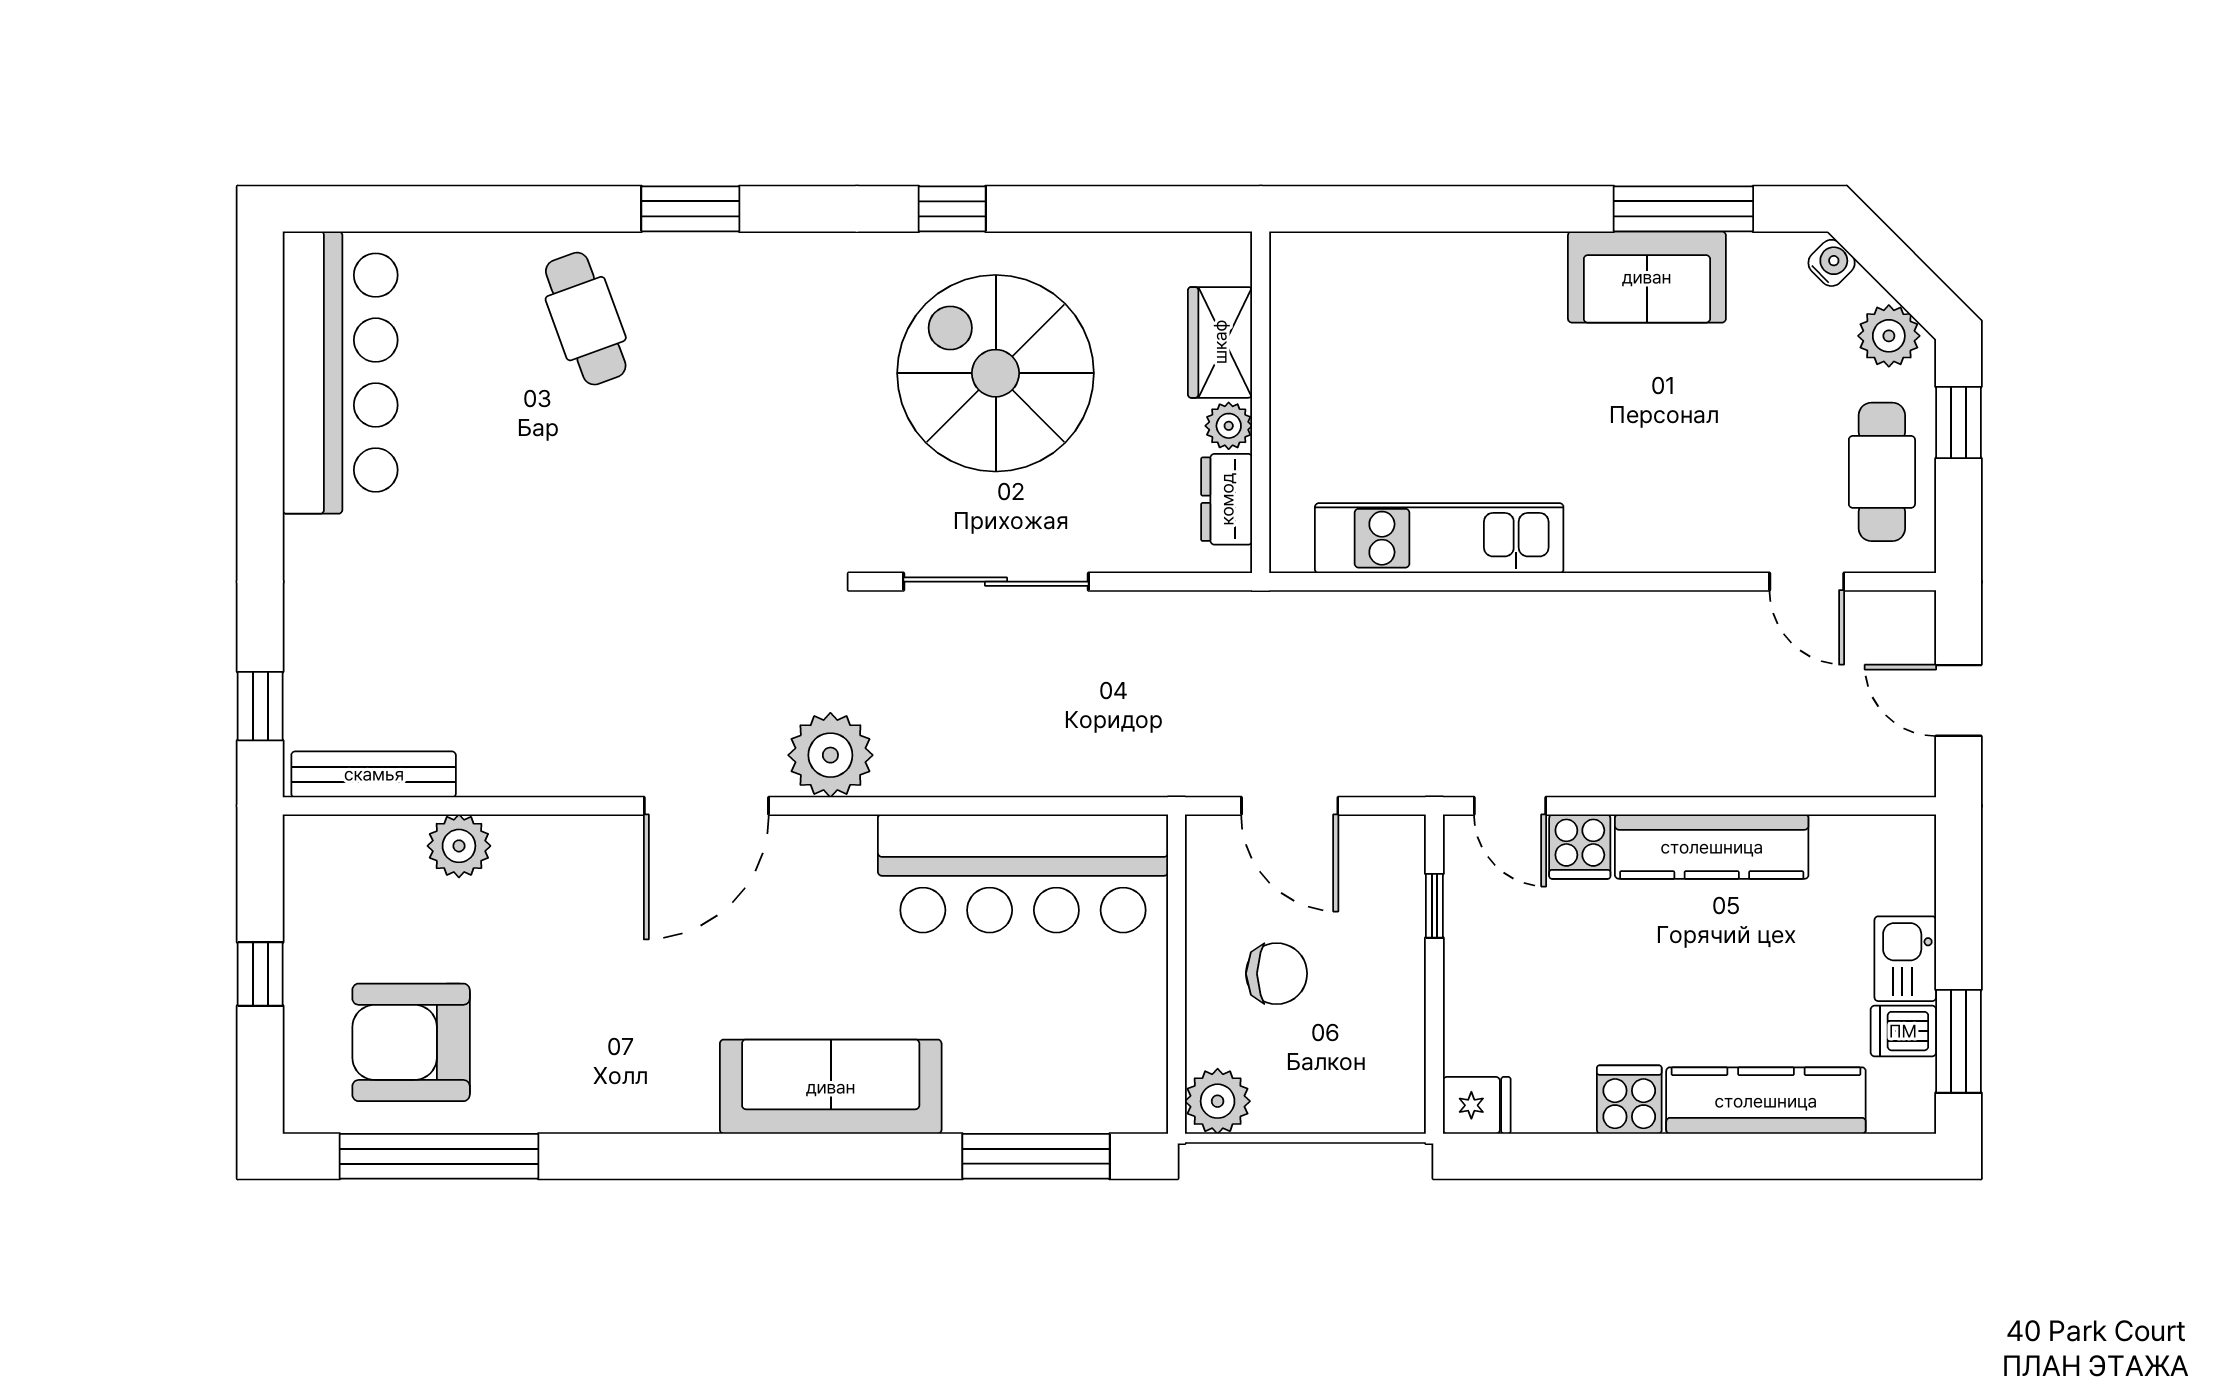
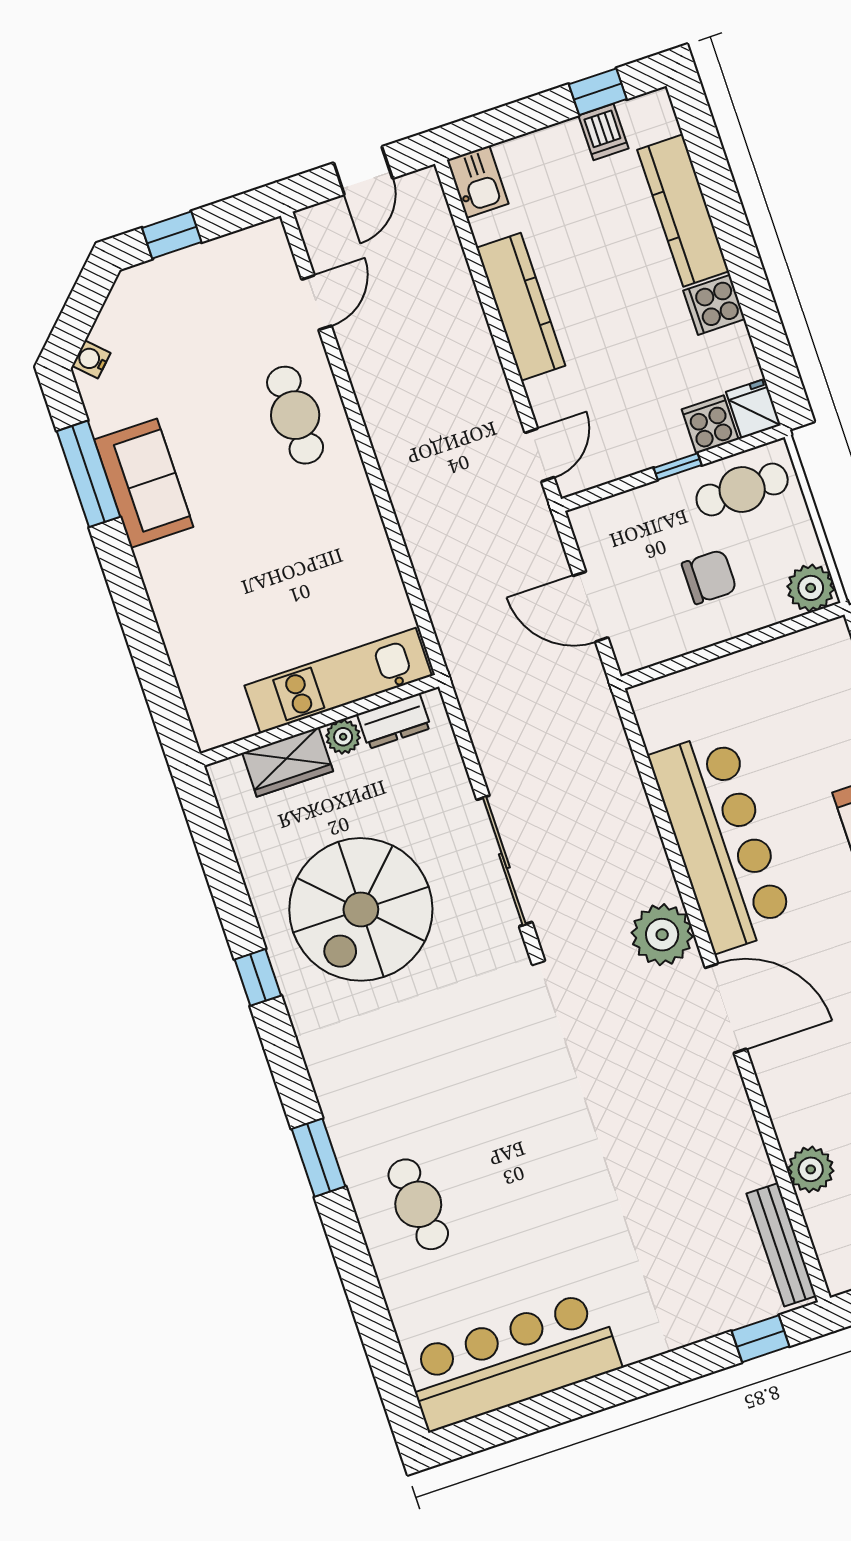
cafe table: (586, 319) -> (418, 1204), turned -76
plant: (1889, 336) -> (128, 303), removed
cafe table: (1882, 472) -> (295, 415), moved, turned 90
kitchen unit: (1439, 538) -> (338, 681), moved, turned 90
door: (1290, 806) -> (591, 607), swing flipped
cooker: (1580, 847) -> (710, 424), moved, turned -90
bar counter: (1023, 873) -> (721, 841), moved
window: (1434, 906) -> (678, 466), moved
kitchen sink: (1905, 959) -> (478, 182), moved, turned -90
chair: (1277, 974) -> (709, 577), turned 90
window: (1958, 1041) -> (598, 92), width x0.67
cafe table: (1376, 1055) -> (742, 490), added

